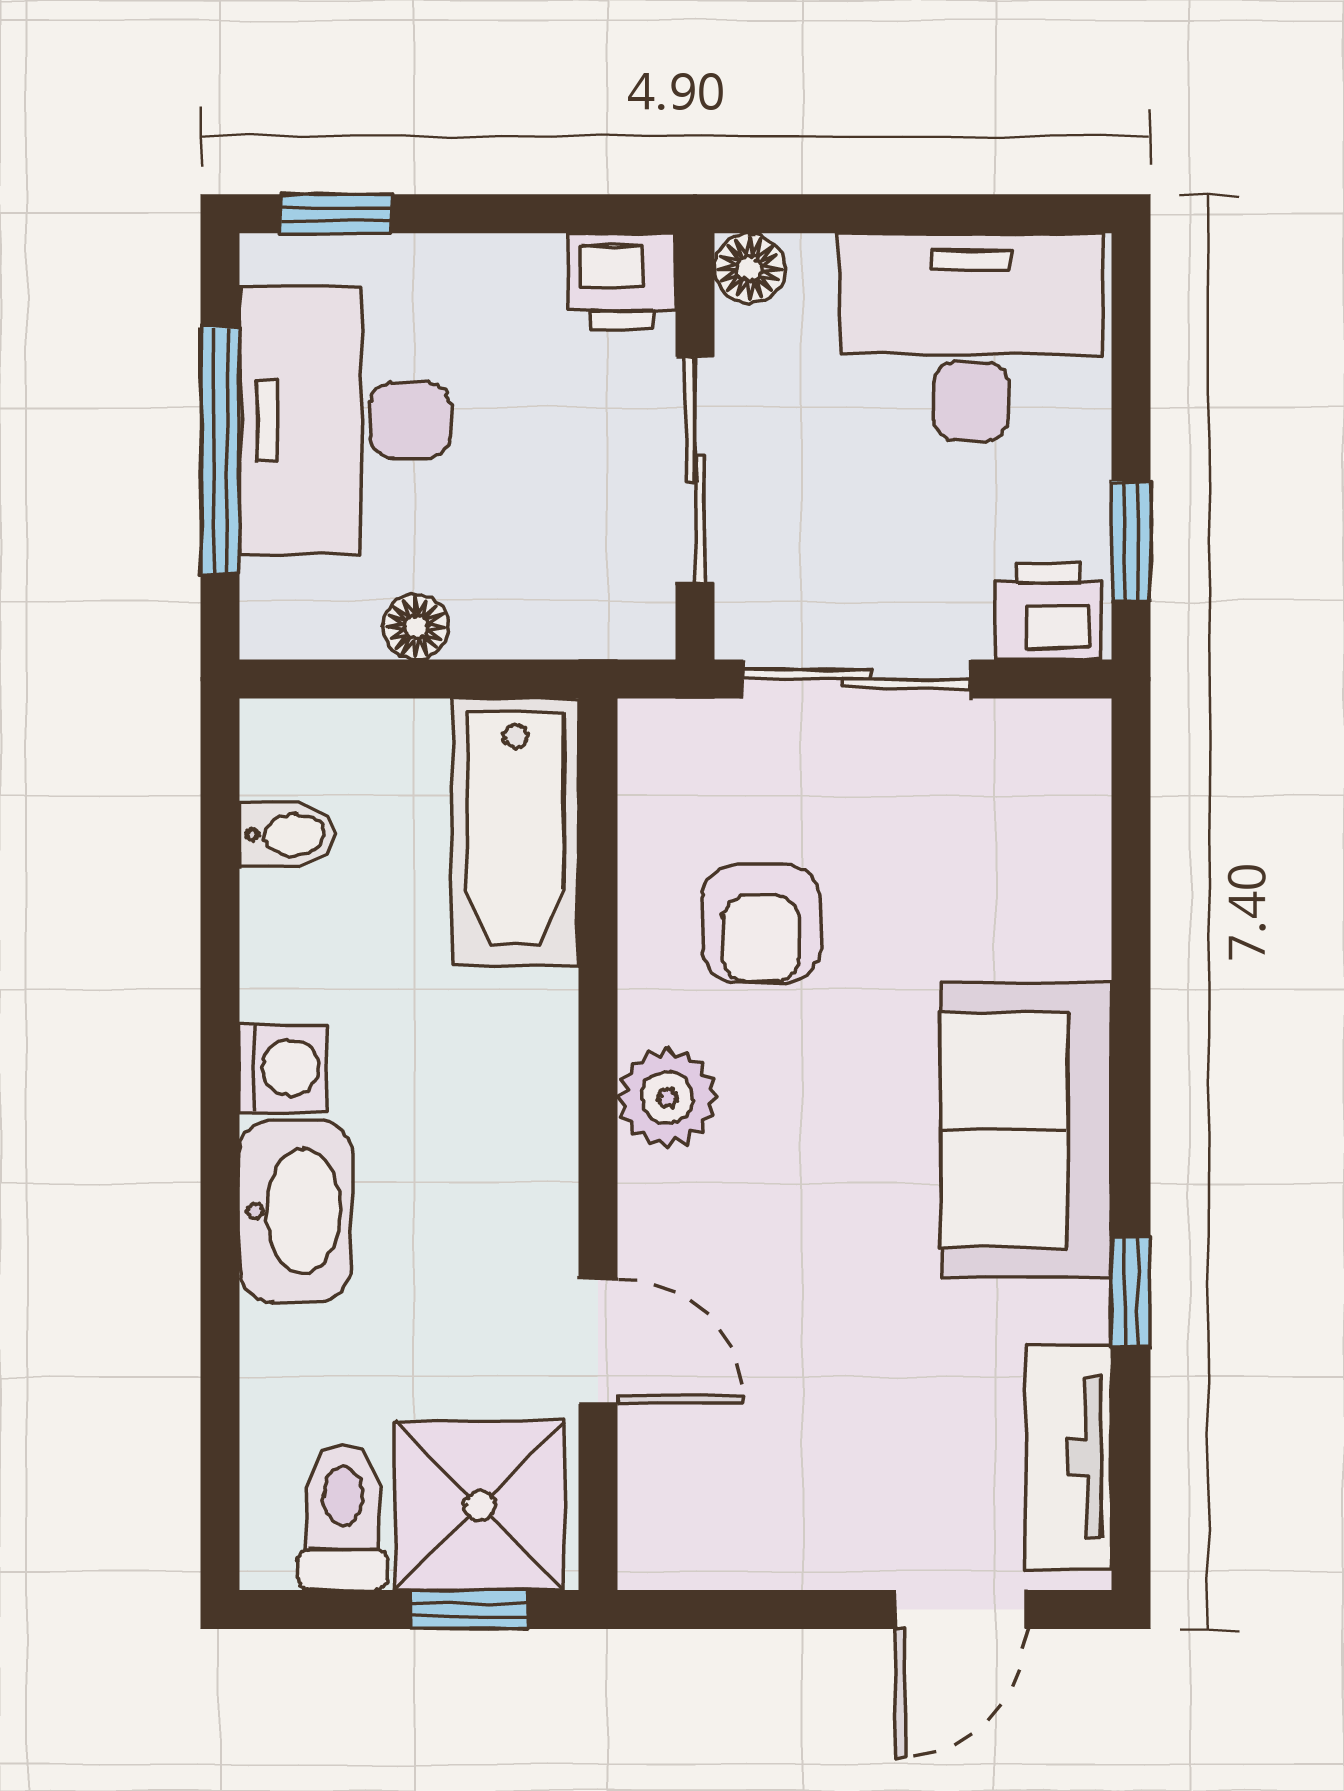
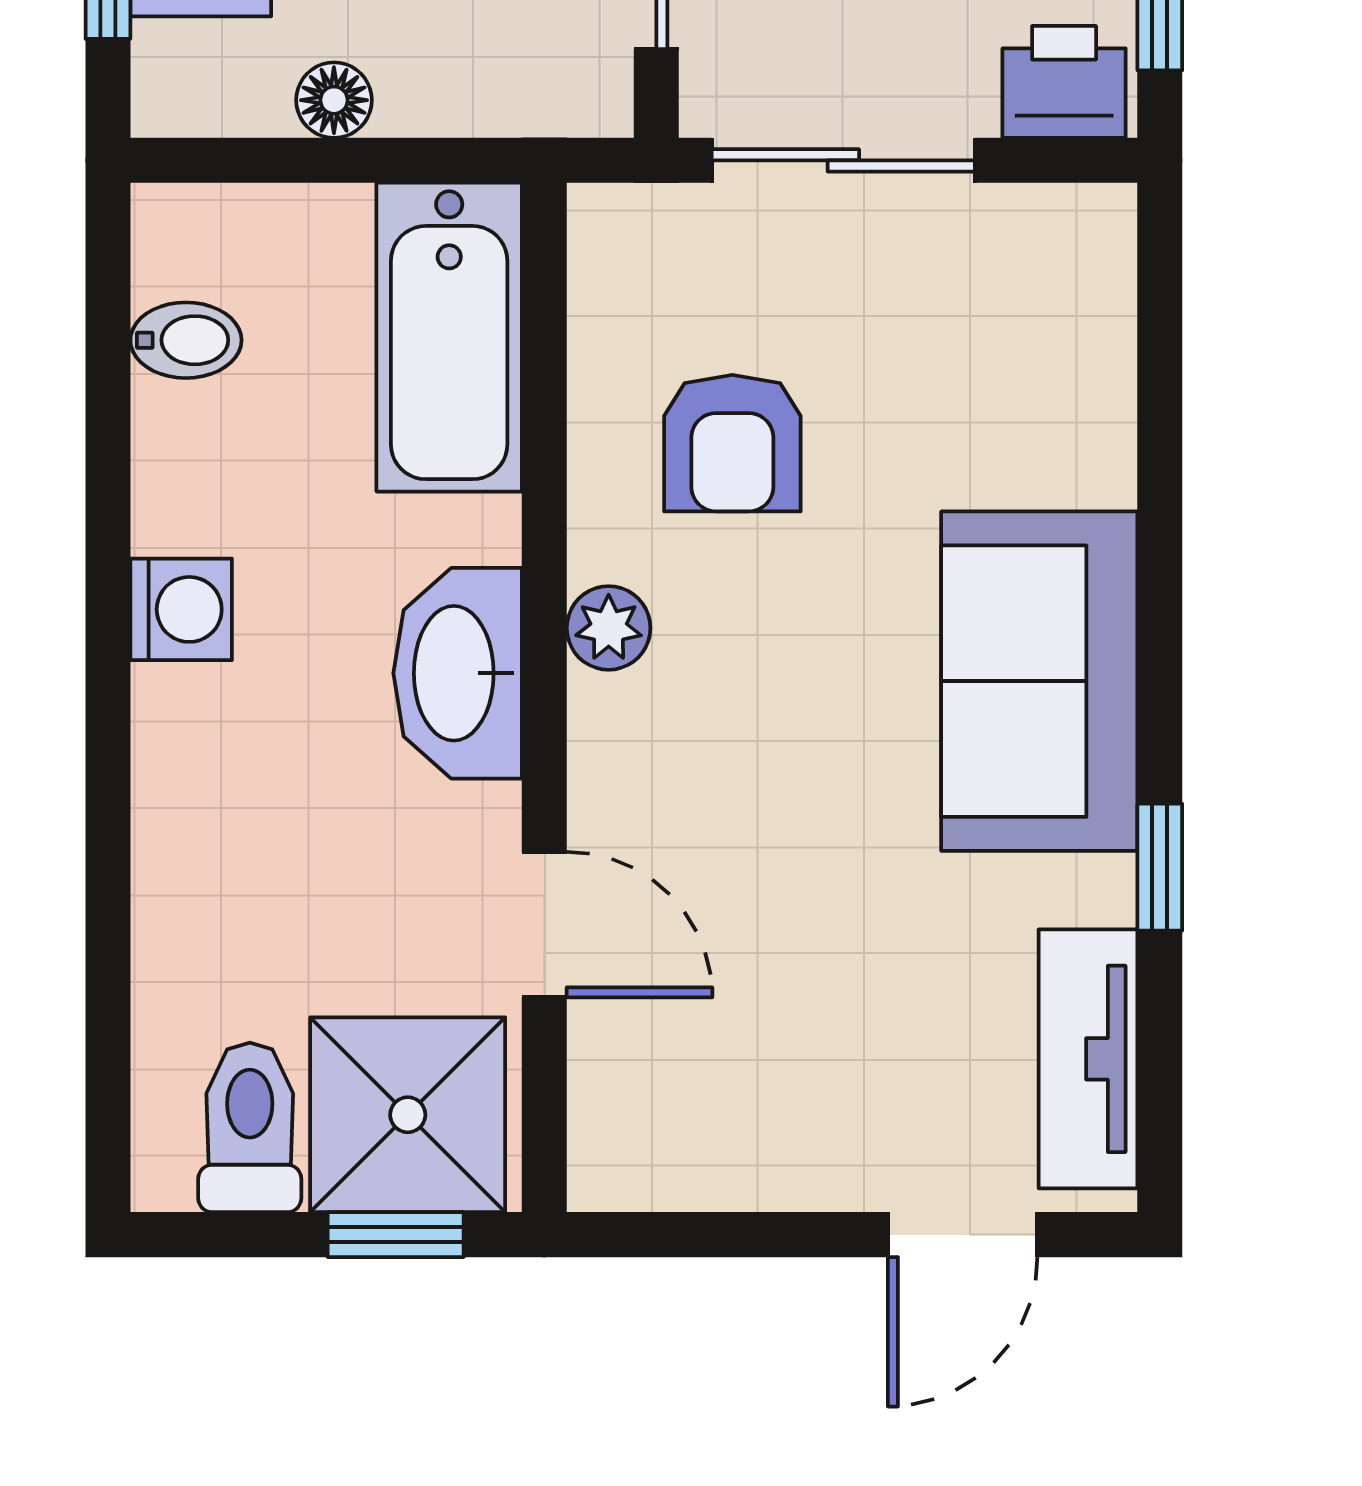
plant: (667, 1098) -> (609, 628), width x0.73, depth x0.73
washbasin: (295, 1211) -> (458, 673), moved, turned 180

